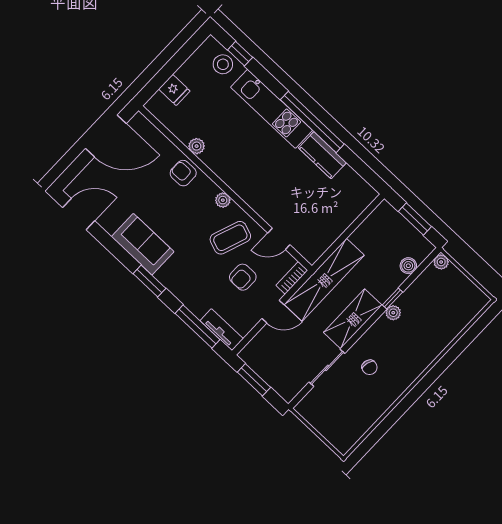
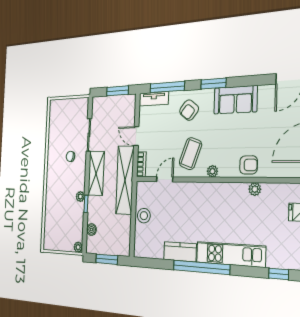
stool: (223, 64) -> (144, 216), moved
armchair: (243, 277) -> (189, 110), moved, turned -141
door: (273, 312) -> (136, 136), hinge flipped

